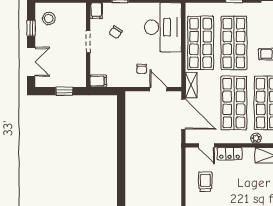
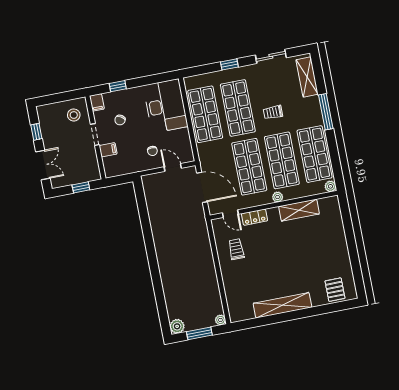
stool: (49, 18) -> (74, 115), moved
filing cabinet: (98, 81) -> (108, 150), moved
shelving: (191, 85) -> (204, 157), removed

